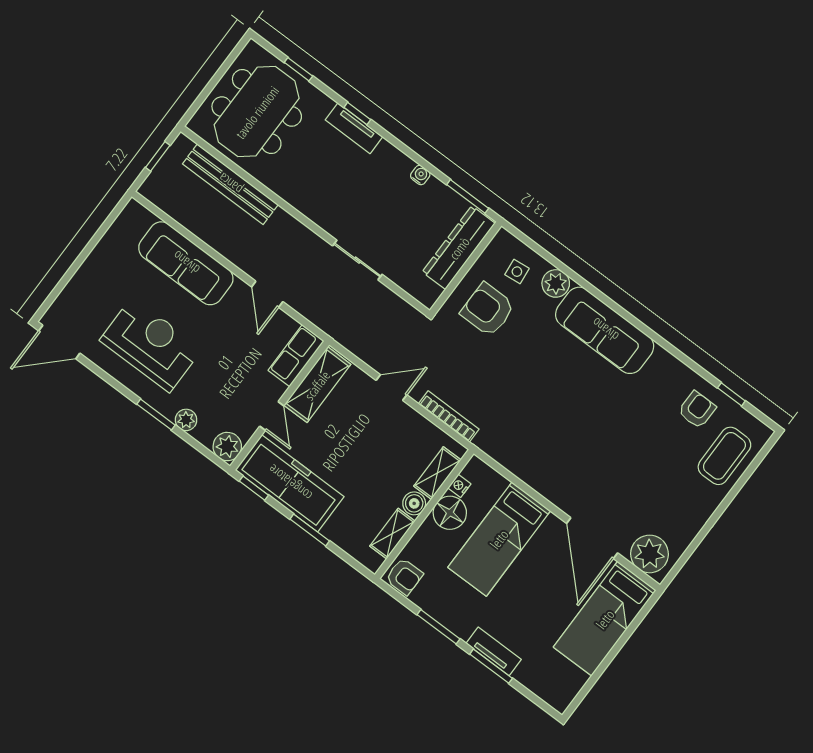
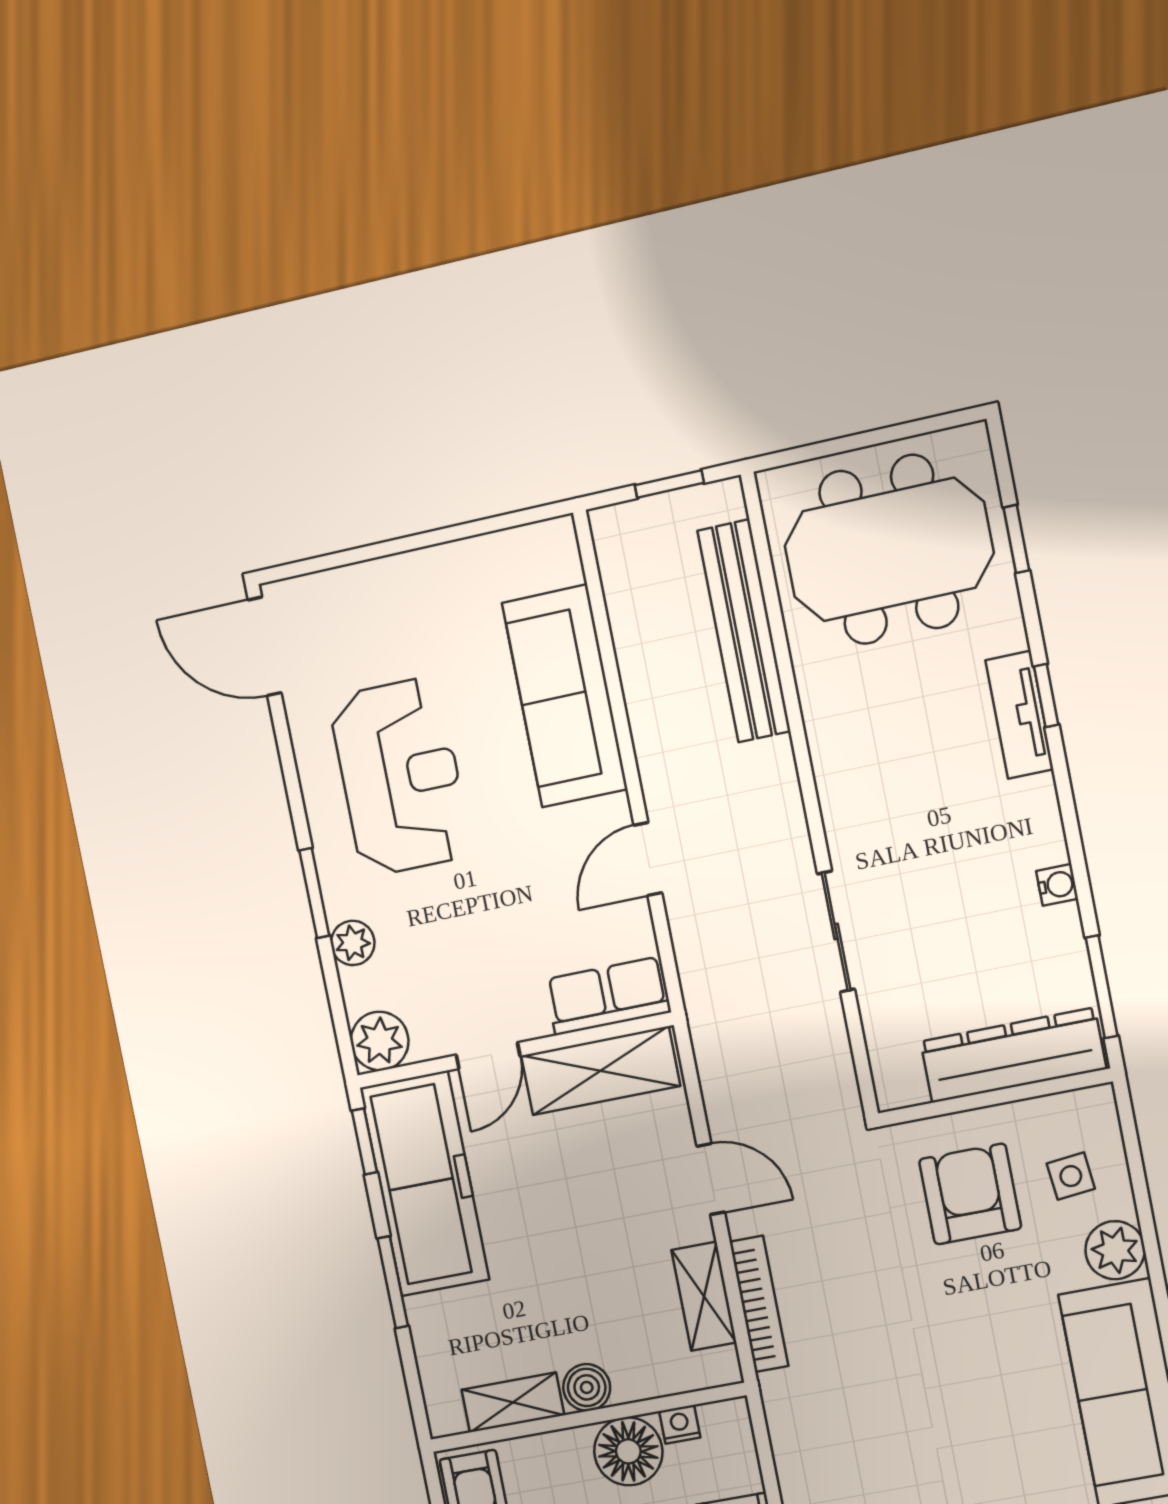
shelving: (437, 473) -> (704, 1296), moved, turned 90

